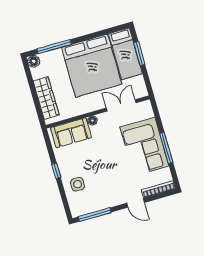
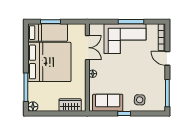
wardrobe: (46, 98) -> (70, 105), width x0.67
double door: (121, 105) -> (87, 48), swing flipped
sofa: (71, 133) -> (108, 103), moved, turned -90
door: (136, 203) -> (167, 58), swing flipped

